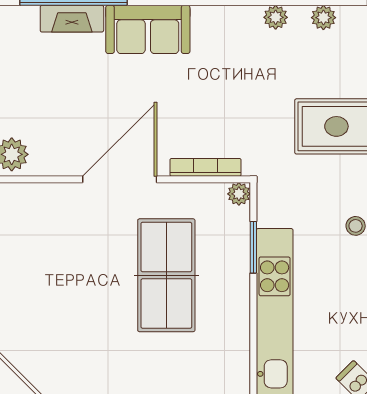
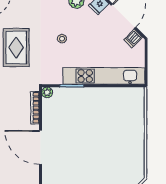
table tennis table: (166, 275) -> (85, 126), removed

